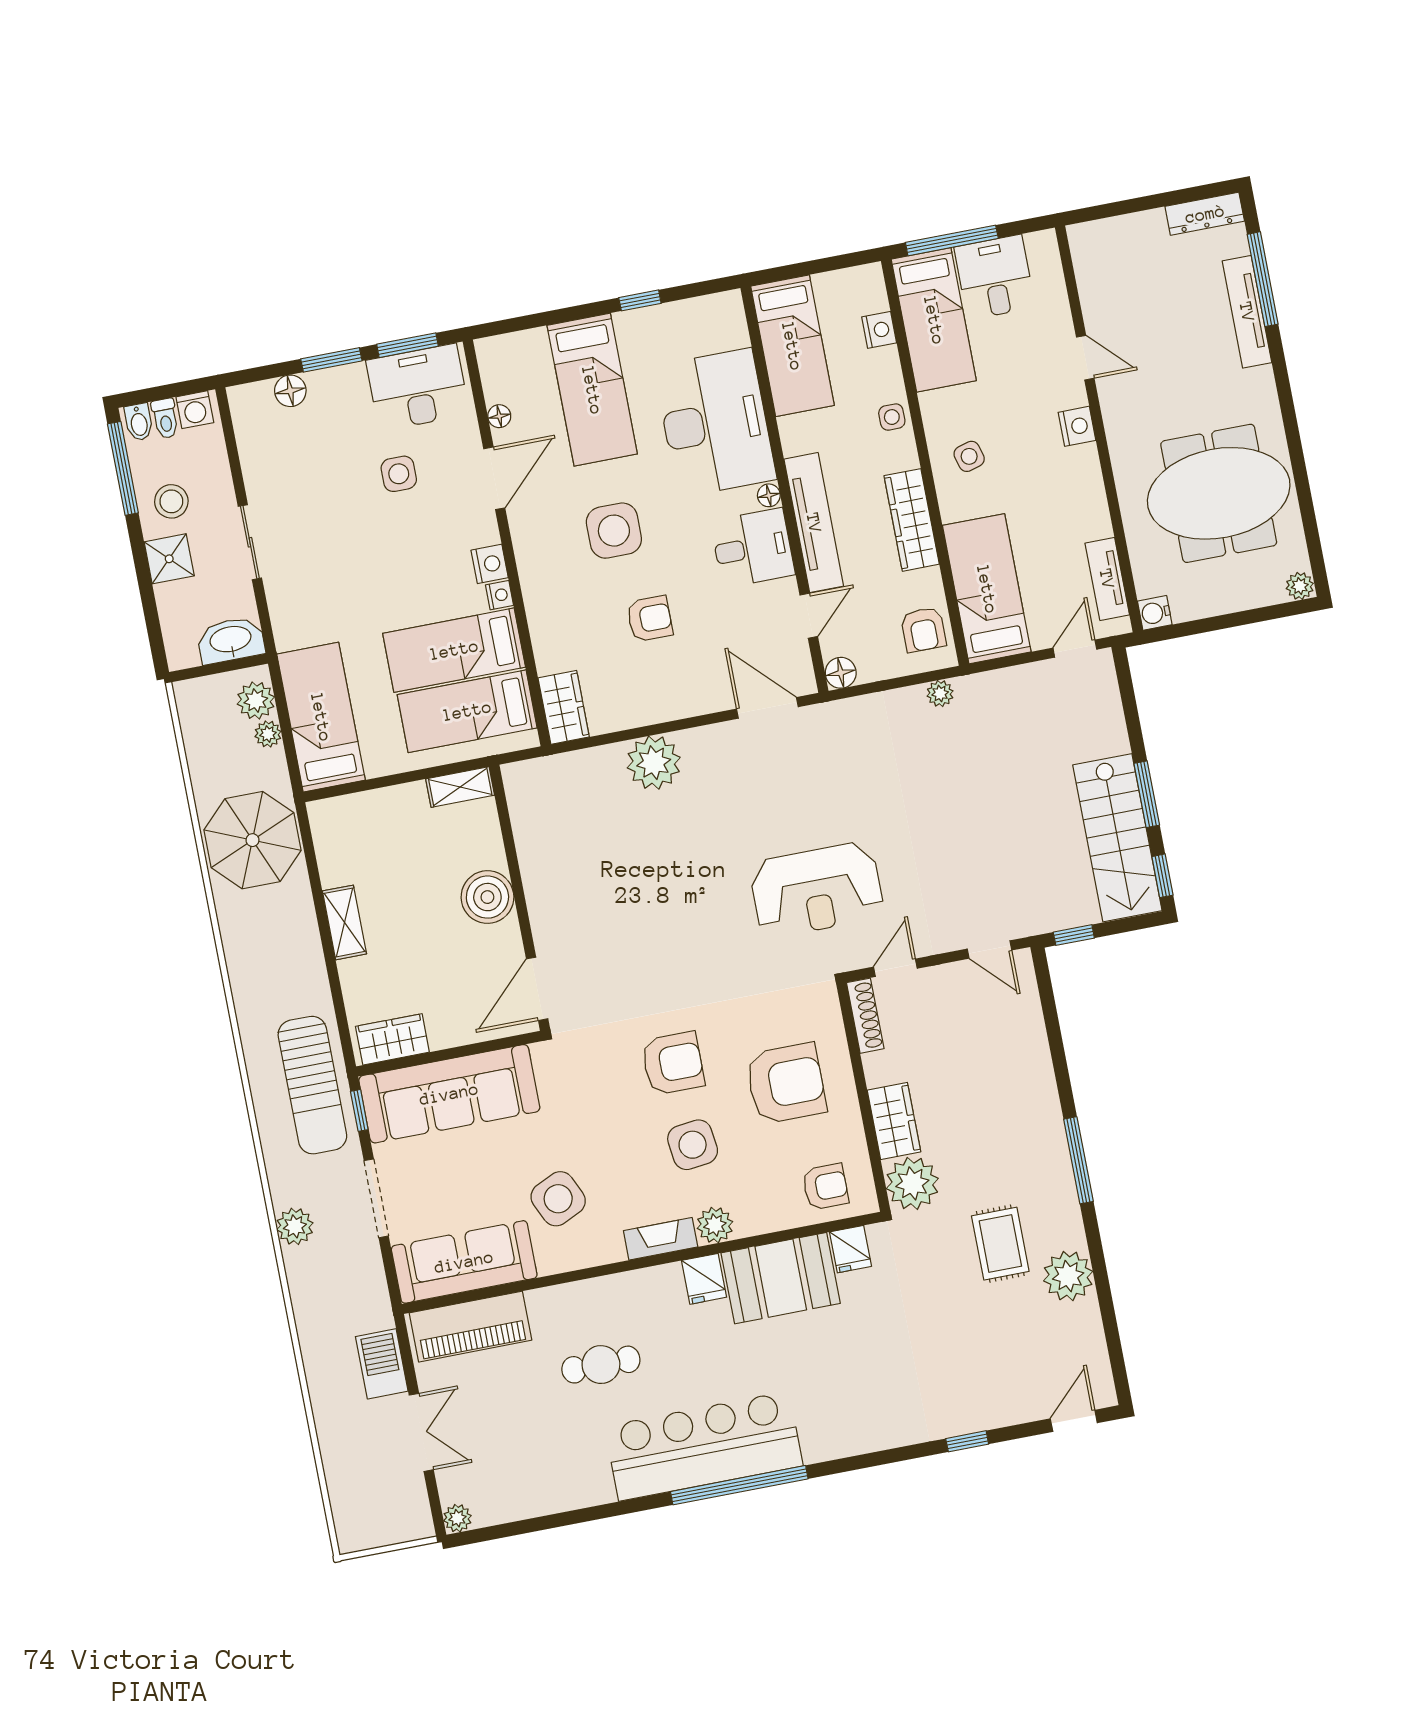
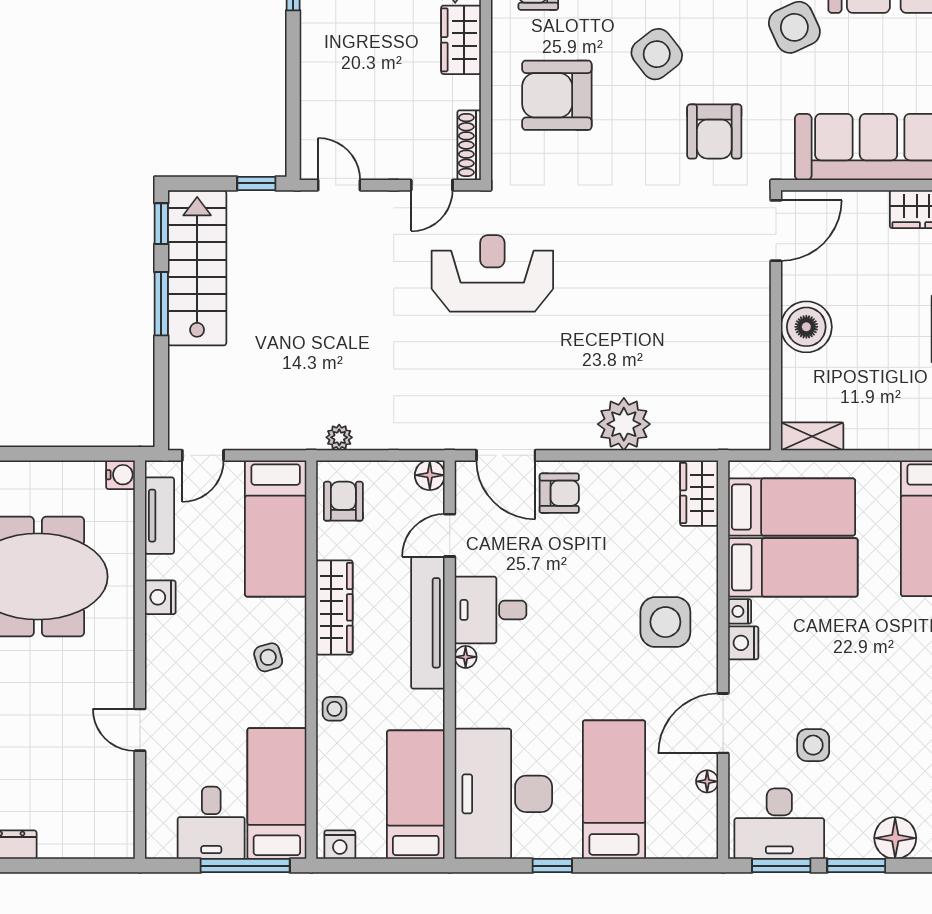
nightstand: (879, 330) -> (340, 845), moved, turned -90
floor lamp: (290, 391) -> (895, 838), width x1.38, depth x1.38
desk: (715, 423) -> (503, 794), moved
nightstand: (1077, 426) -> (160, 597), moved
side table: (614, 531) -> (665, 622), moved
armchair: (650, 619) -> (559, 493), moved, turned 180
armchair: (673, 1063) -> (714, 131), moved, turned -90
side table: (693, 1145) -> (657, 54), turned -31

